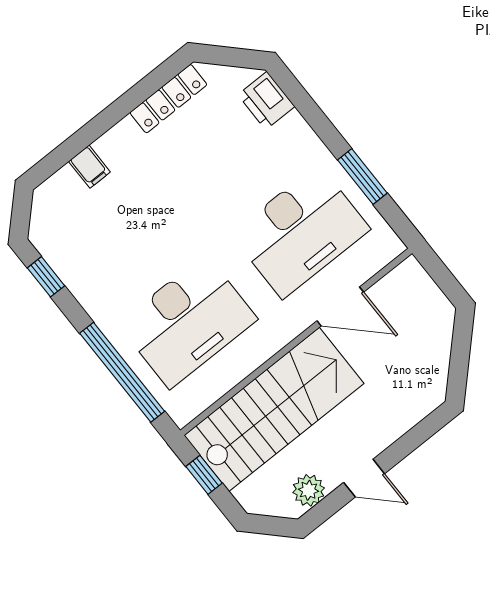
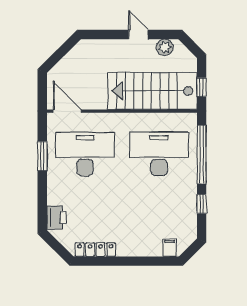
filing cabinet: (89, 167) -> (170, 248), moved
window: (46, 277) -> (202, 204), moved
door: (340, 306) -> (67, 111), moved

